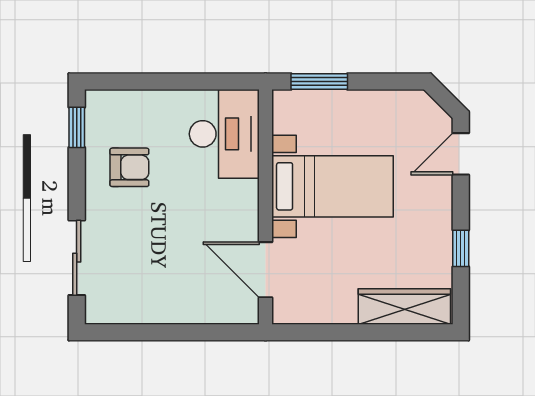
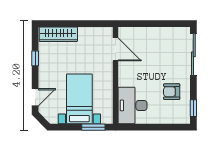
bed with nightstands: (332, 186) -> (79, 99), moved, turned 90
sliding door: (77, 258) -> (193, 54), width x1.37

